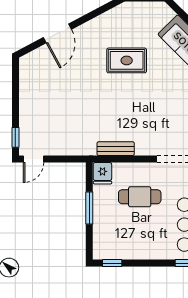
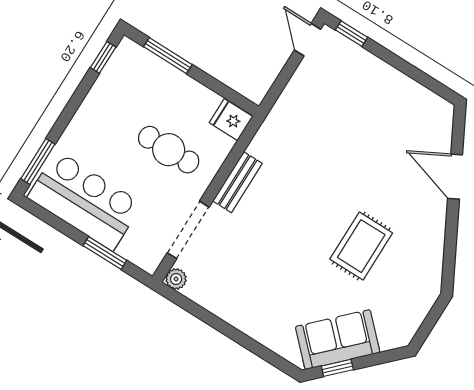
bench: (116, 149) -> (237, 182), moved
cafe table: (140, 197) -> (169, 150), turned 90
window: (89, 208) -> (168, 56), moved

